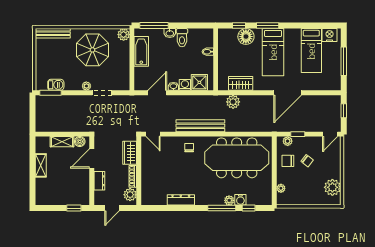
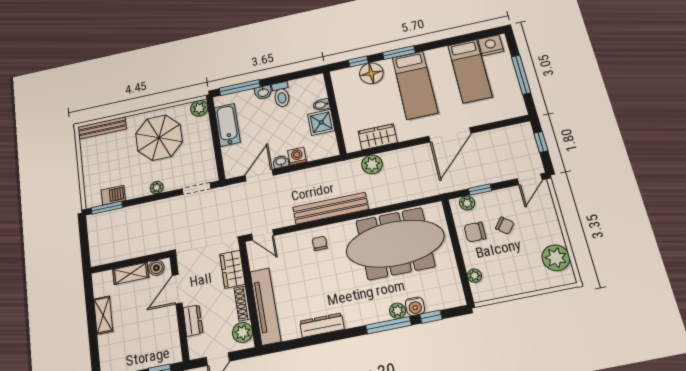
shower: (199, 82) -> (321, 122), moved
doorway: (102, 93) -> (197, 189), moved
tv unit: (147, 181) -> (265, 306), added

